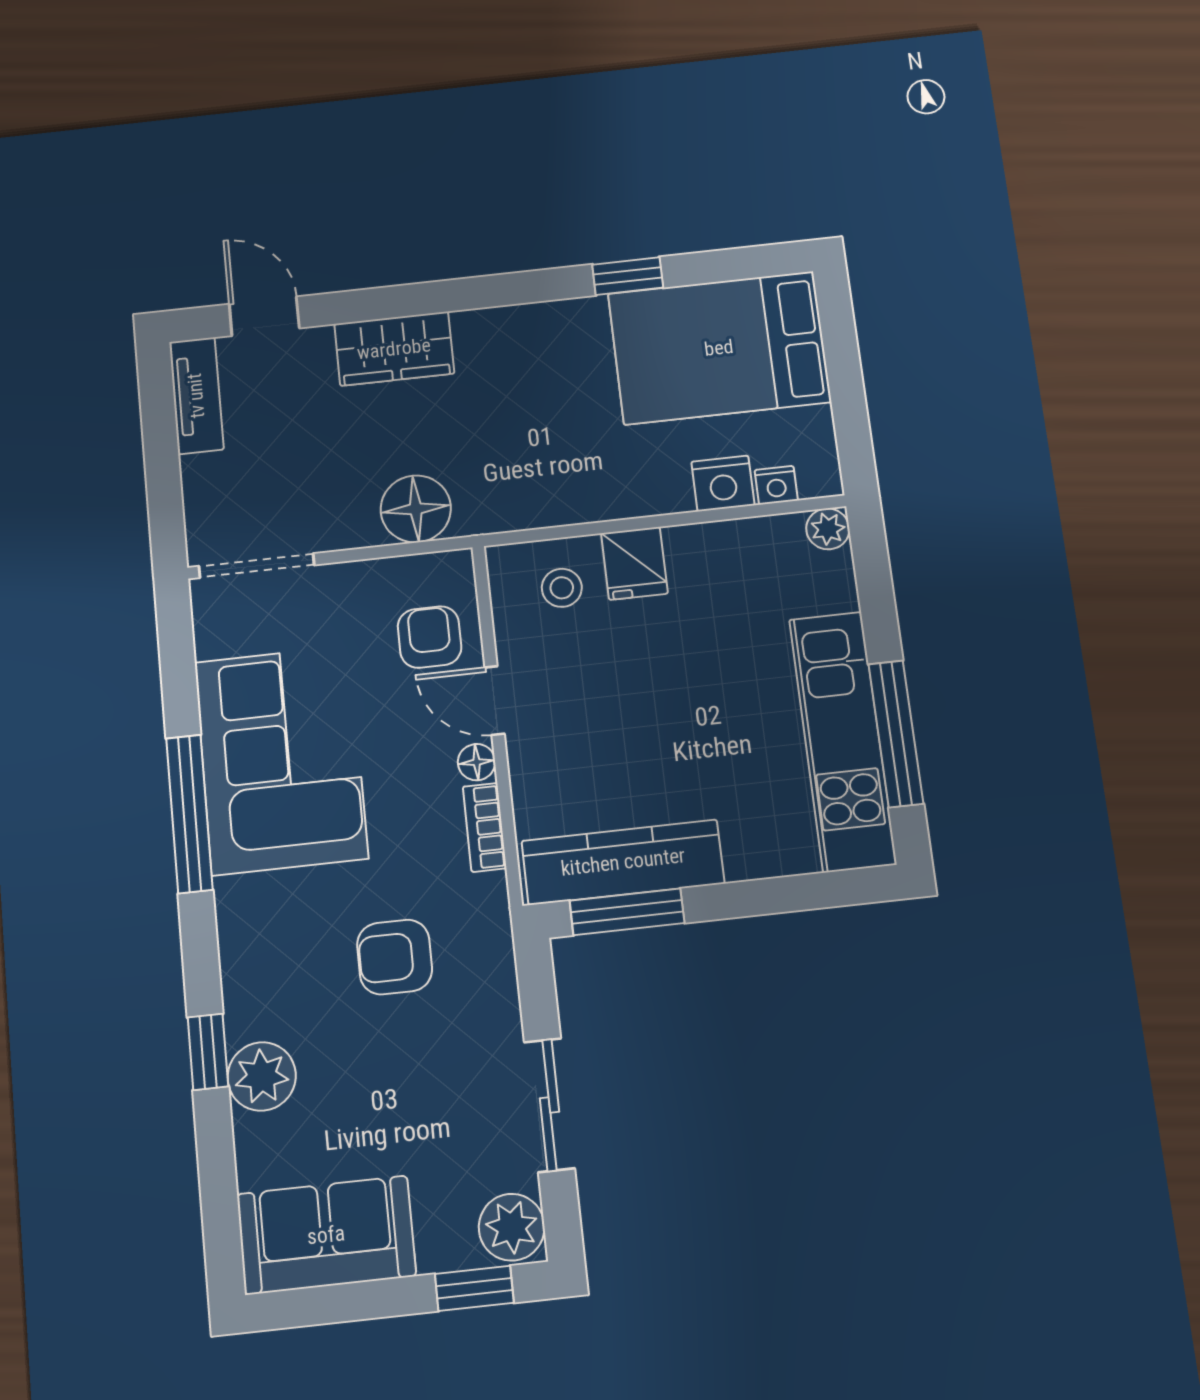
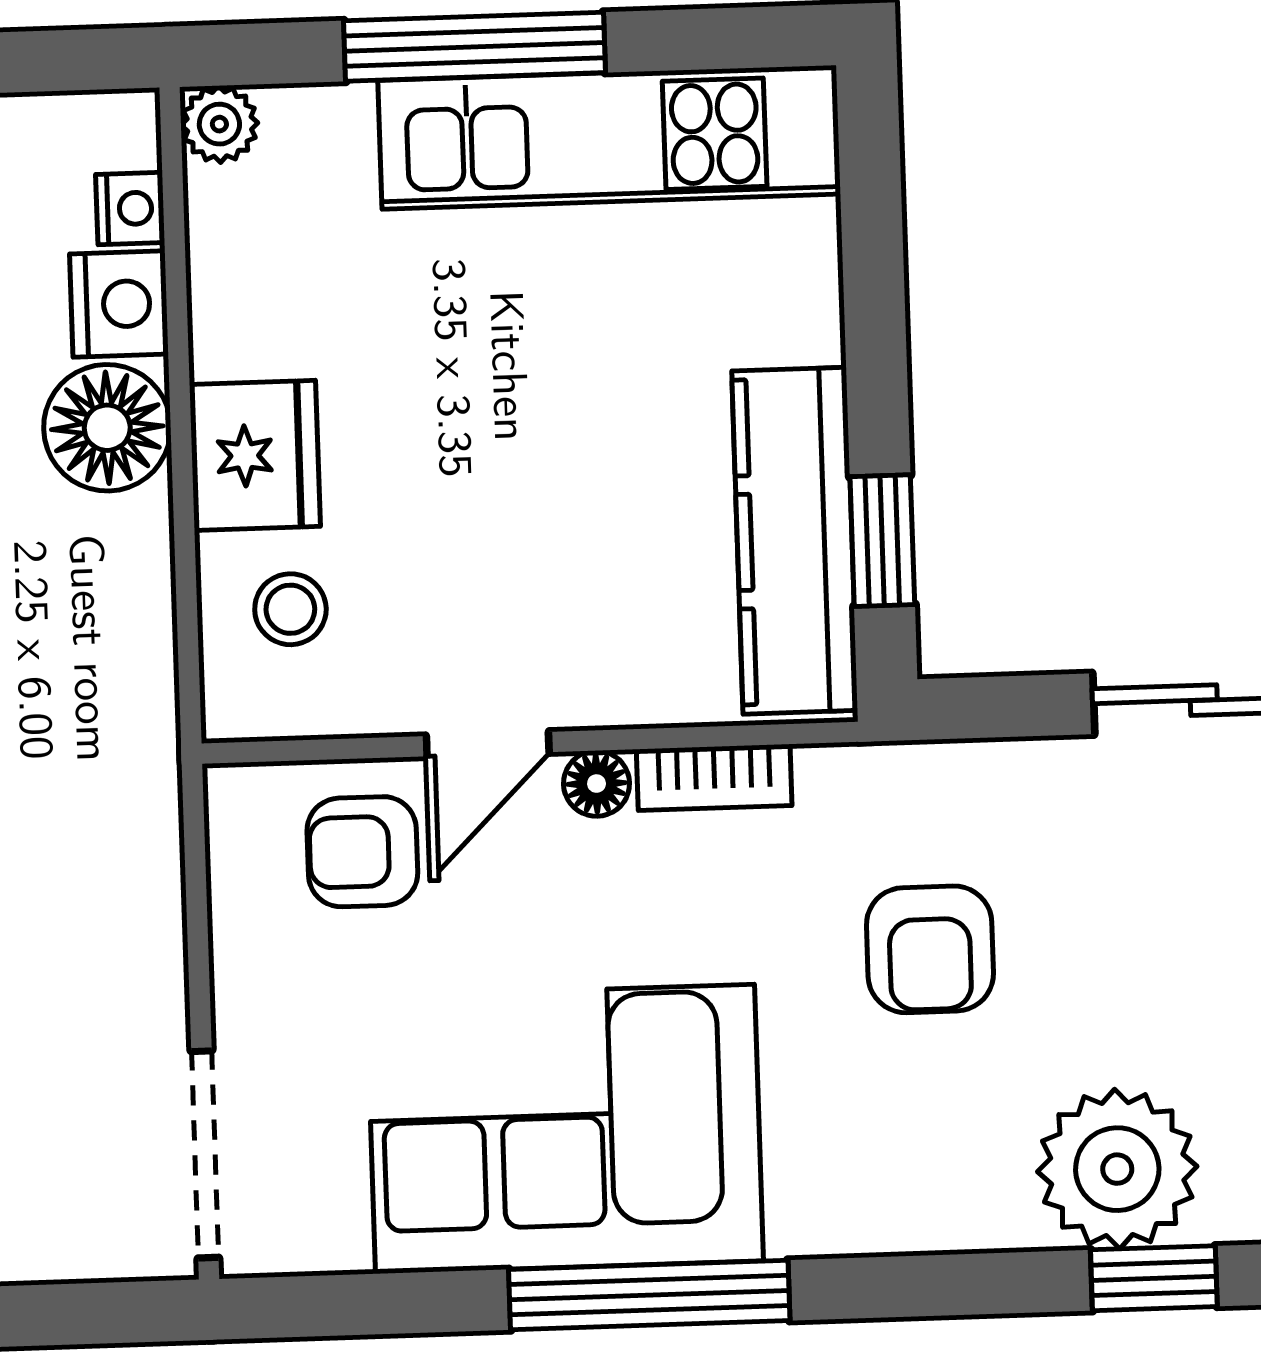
floor lamp: (416, 509) -> (107, 428), moved
fridge: (634, 563) -> (255, 455), width x1.38
window: (896, 734) -> (474, 47), moved
window: (627, 912) -> (882, 541), width x0.67
window: (208, 1052) -> (1154, 1278), moved
plant: (262, 1076) -> (1117, 1169), width x1.36, depth x1.36

